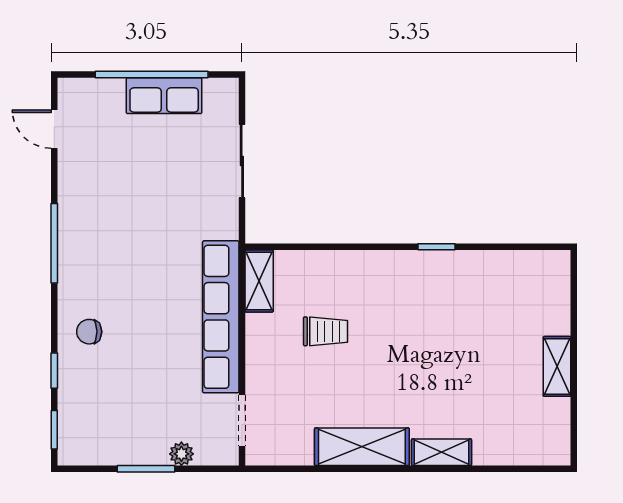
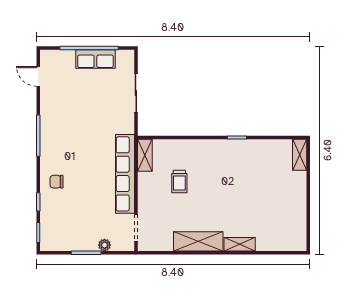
trolley: (326, 331) -> (179, 181), turned 90
shelving: (557, 366) -> (300, 155), moved

